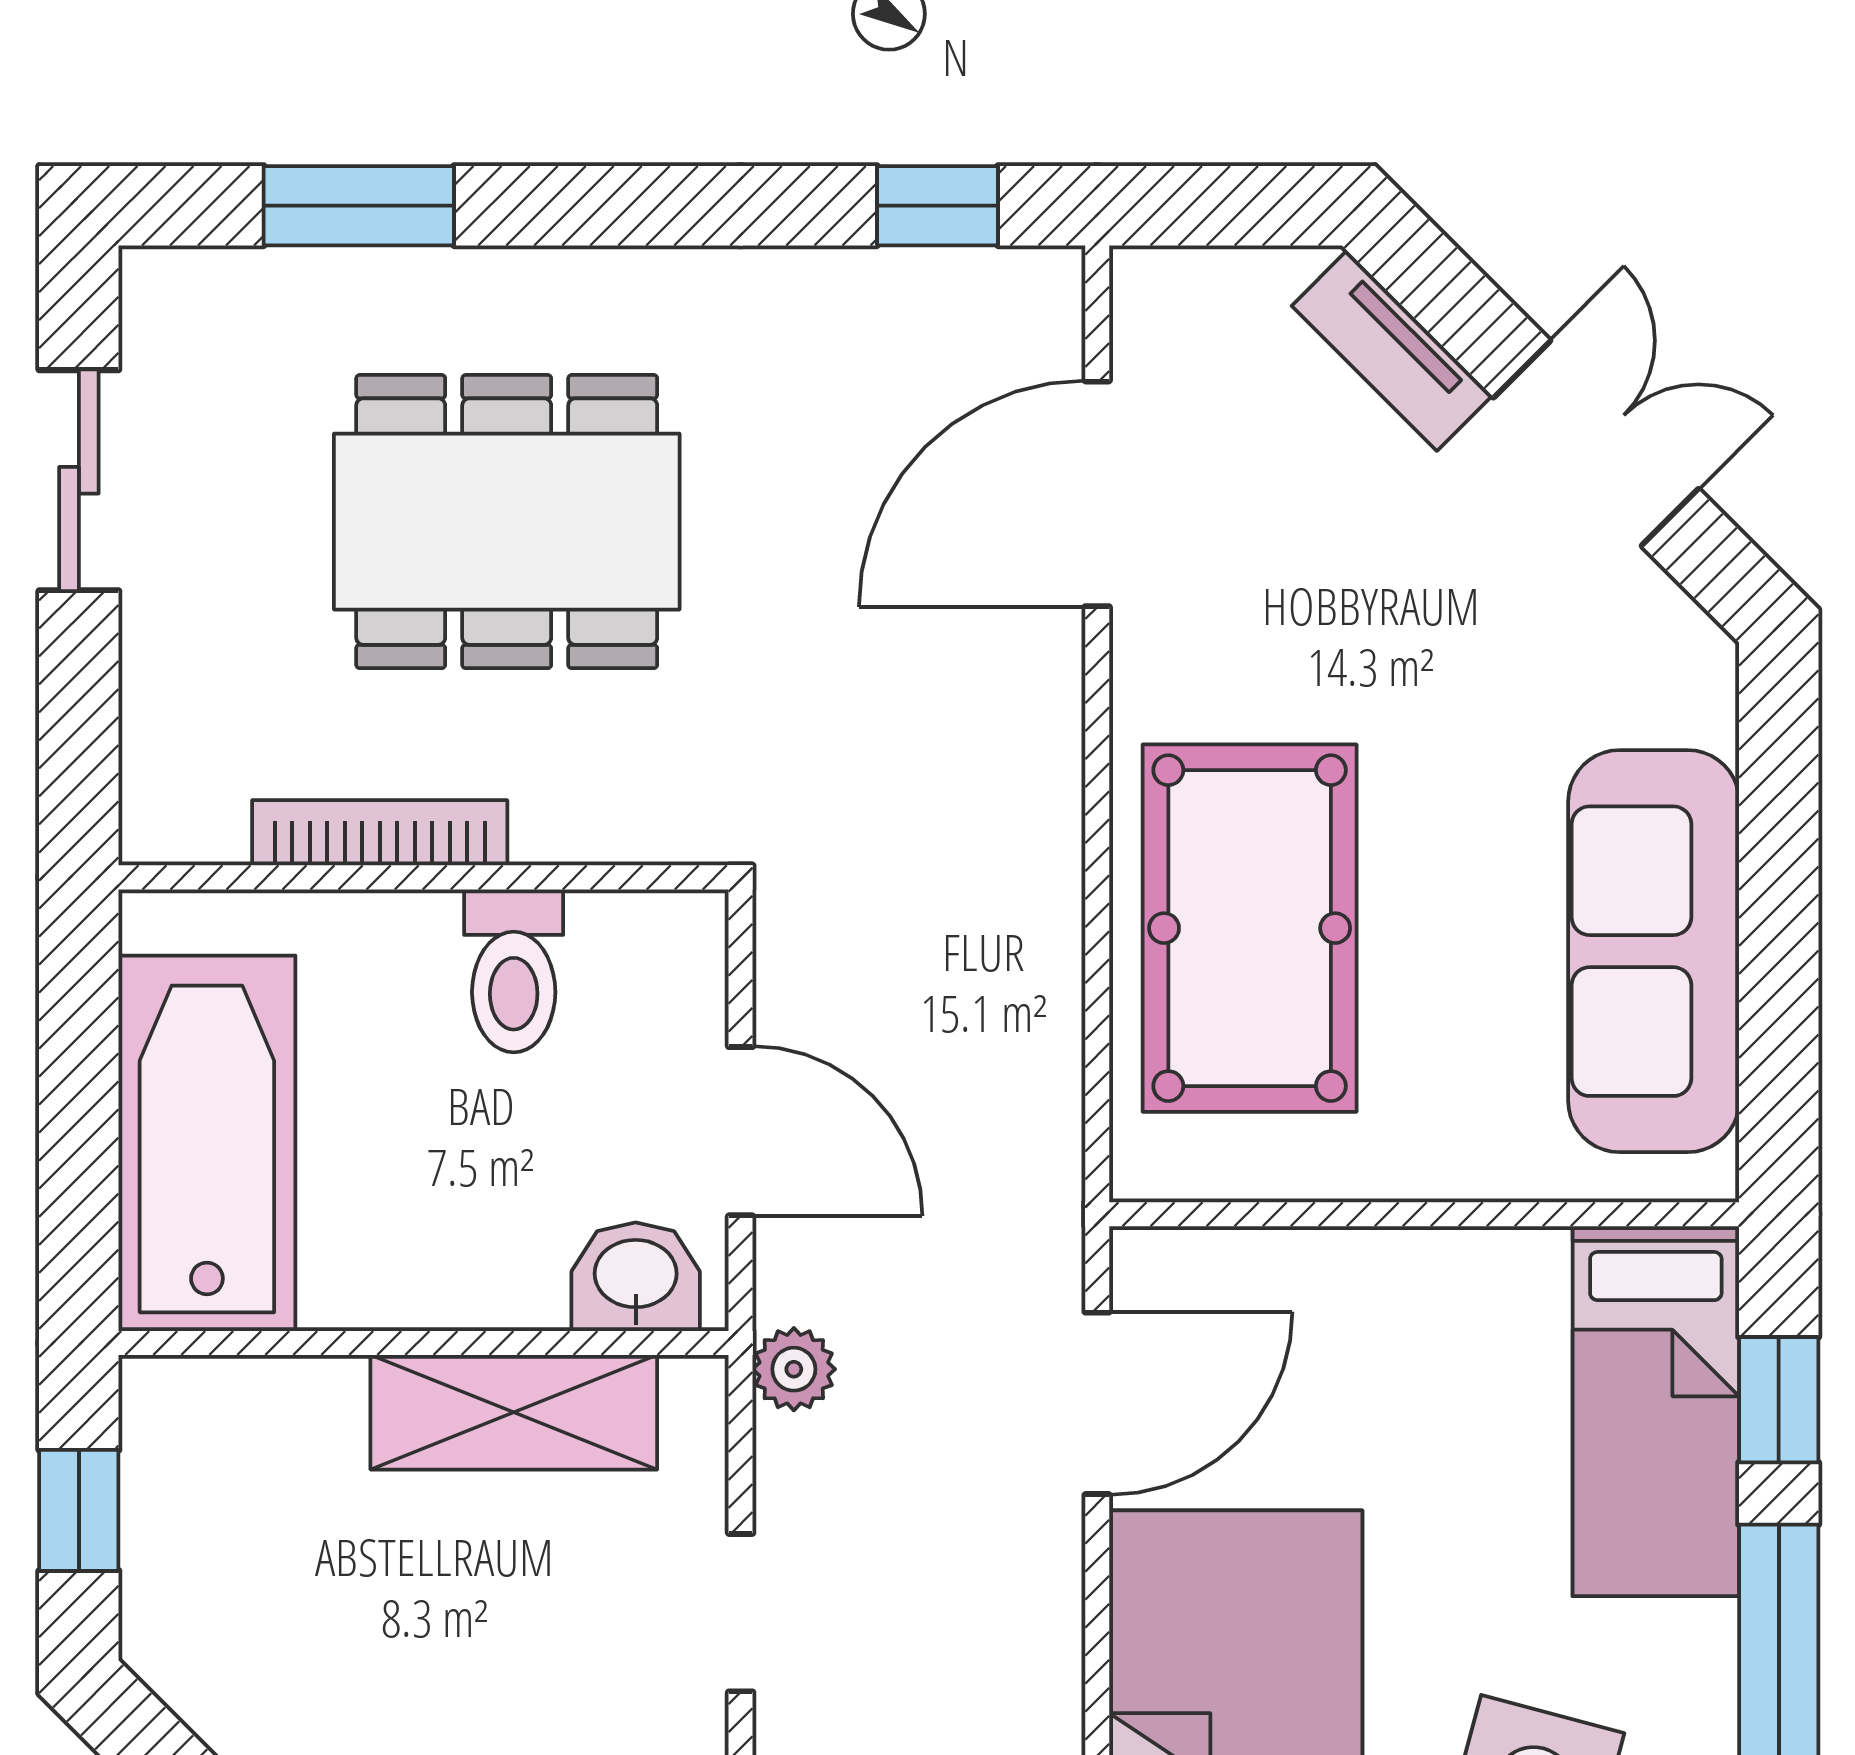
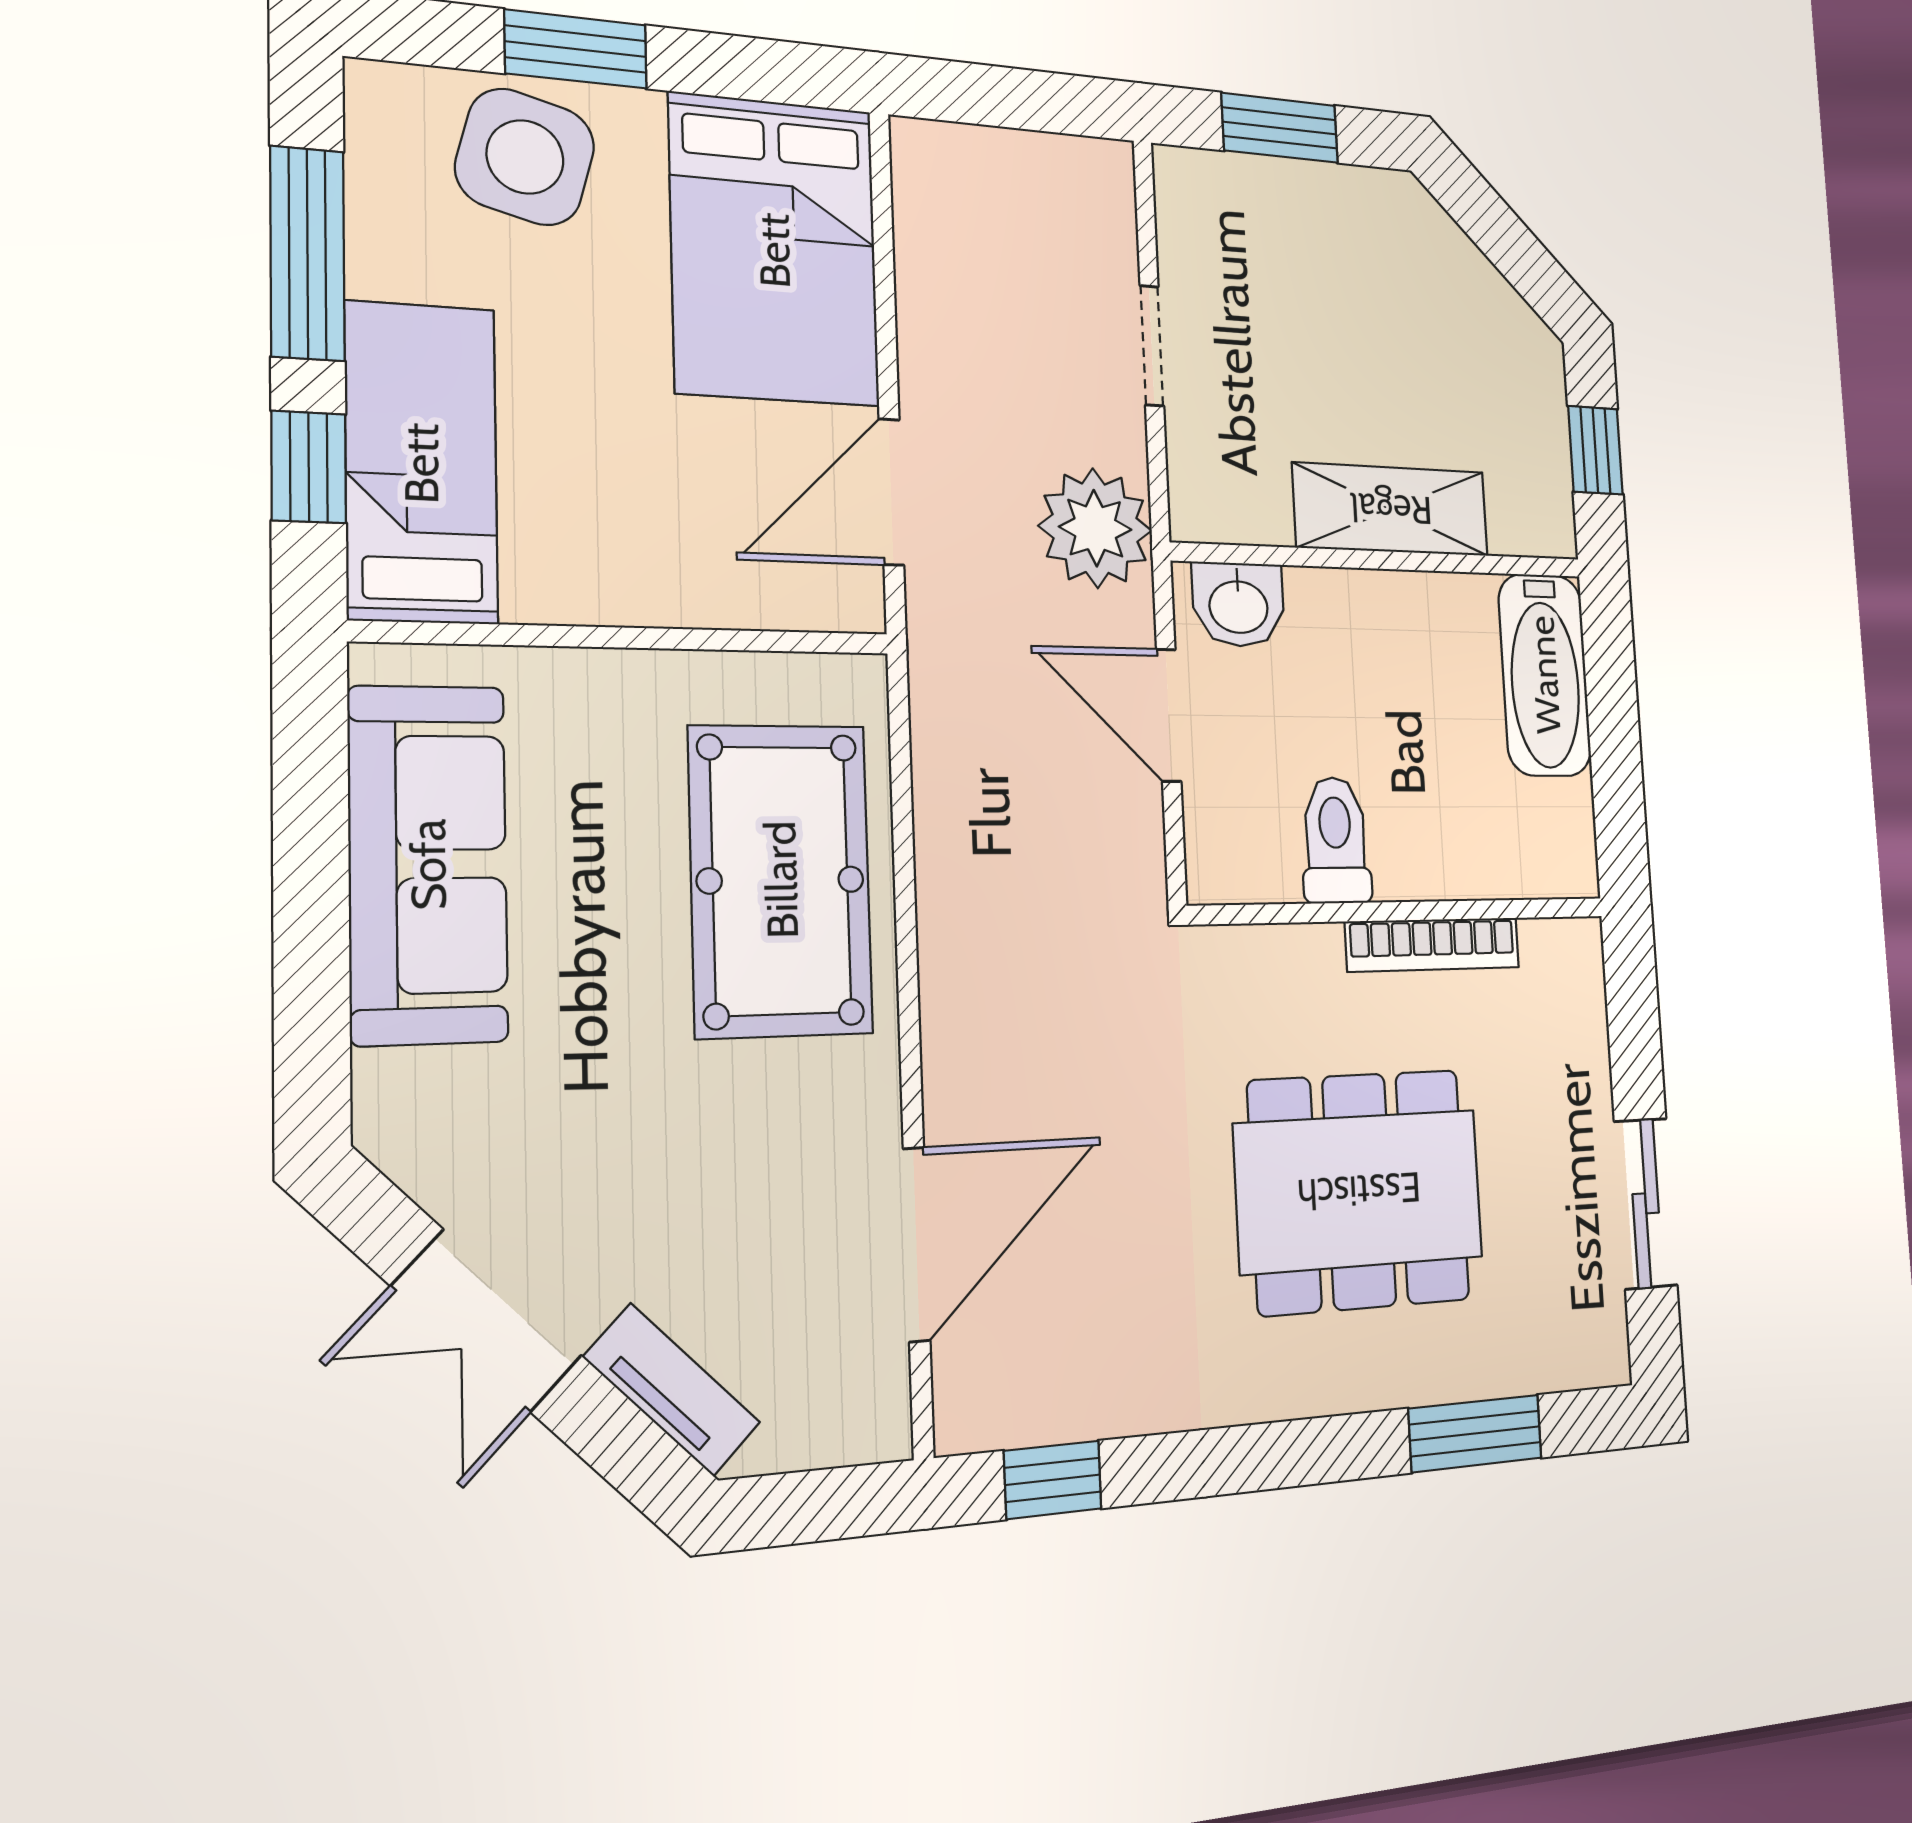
bathtub: (207, 1143) -> (1545, 675), width x0.73, depth x0.73
plant: (794, 1369) -> (1095, 528), width x1.88, depth x1.88
shelving: (514, 1412) -> (1391, 509), moved

